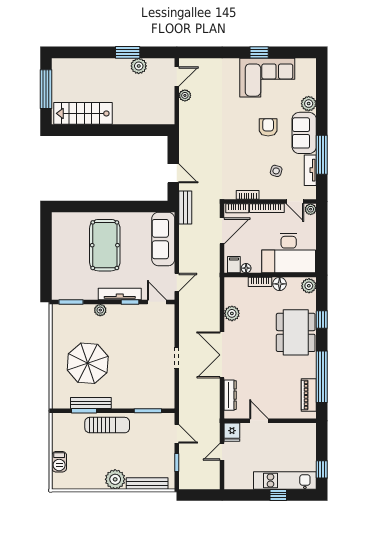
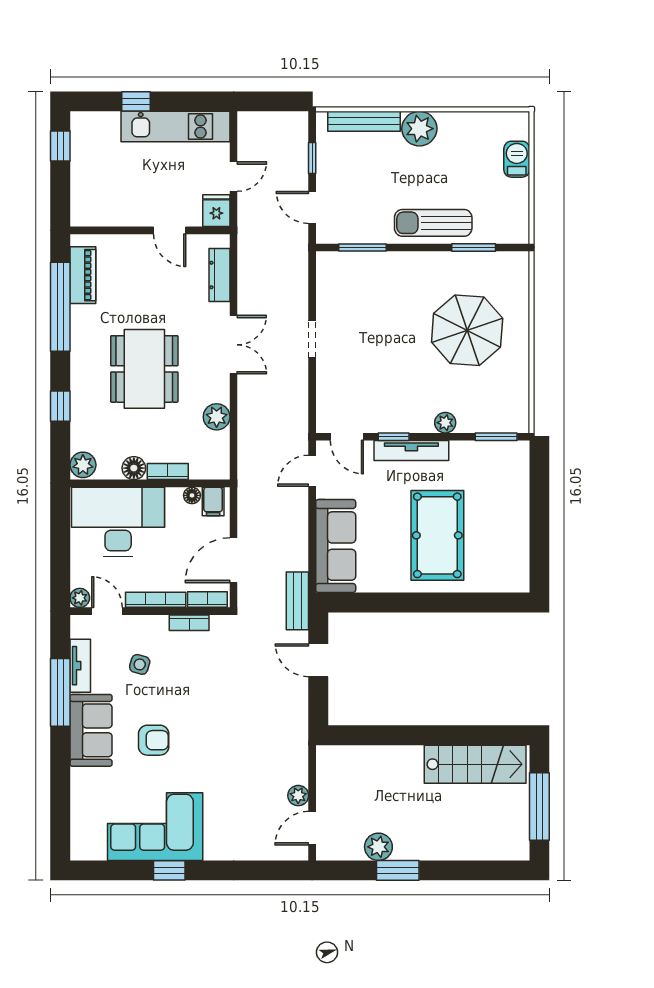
plant: (309, 104) -> (83, 781), removed
armchair: (268, 127) -> (154, 740), turned -90
dining table: (296, 332) -> (144, 369), moved
double door: (222, 355) -> (234, 345), width x0.73
bench: (91, 403) -> (461, 261), removed
kitchen unit: (285, 481) -> (176, 127), moved

